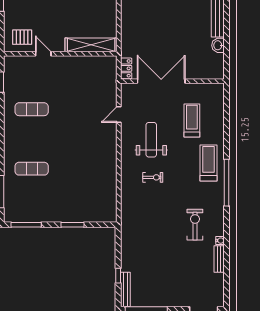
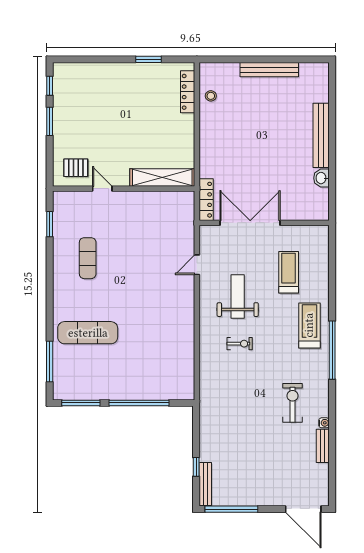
locker: (126, 68) -> (206, 200), width x1.53
exercise mat: (32, 109) -> (88, 258), turned 90
exercise mat: (32, 169) -> (88, 333), width x1.36, depth x1.45
window: (73, 225) -> (139, 403), width x2.11

